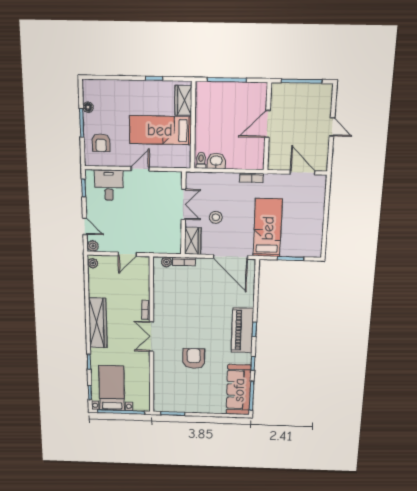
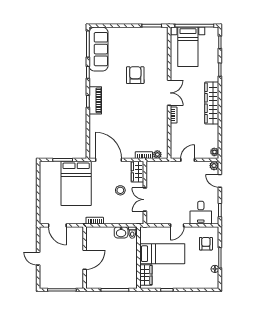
bed: (268, 228) -> (76, 183), width x1.50
piano: (242, 330) -> (95, 100), width x0.73, depth x0.75
armchair: (194, 359) -> (135, 75), turned 180
bed with nightstands: (112, 388) -> (188, 47), moved

